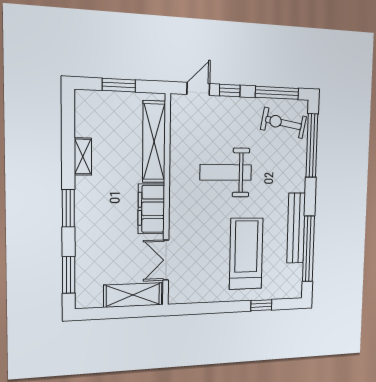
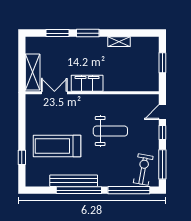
door: (198, 89) -> (162, 112), swing flipped
shelving: (154, 142) -> (129, 84), removed
weight bench: (226, 172) -> (110, 131), turned 90
window: (308, 249) -> (79, 190), moved
treadmill: (246, 254) -> (57, 146), turned 180
window: (69, 275) -> (57, 33), moved

